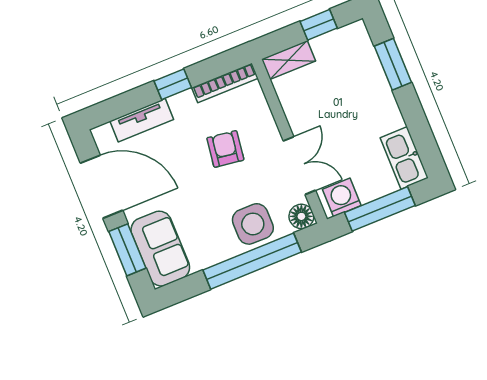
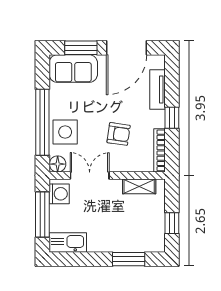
shelving: (289, 60) -> (139, 186), moved, turned 90
double door: (299, 166) -> (90, 176), swing flipped

